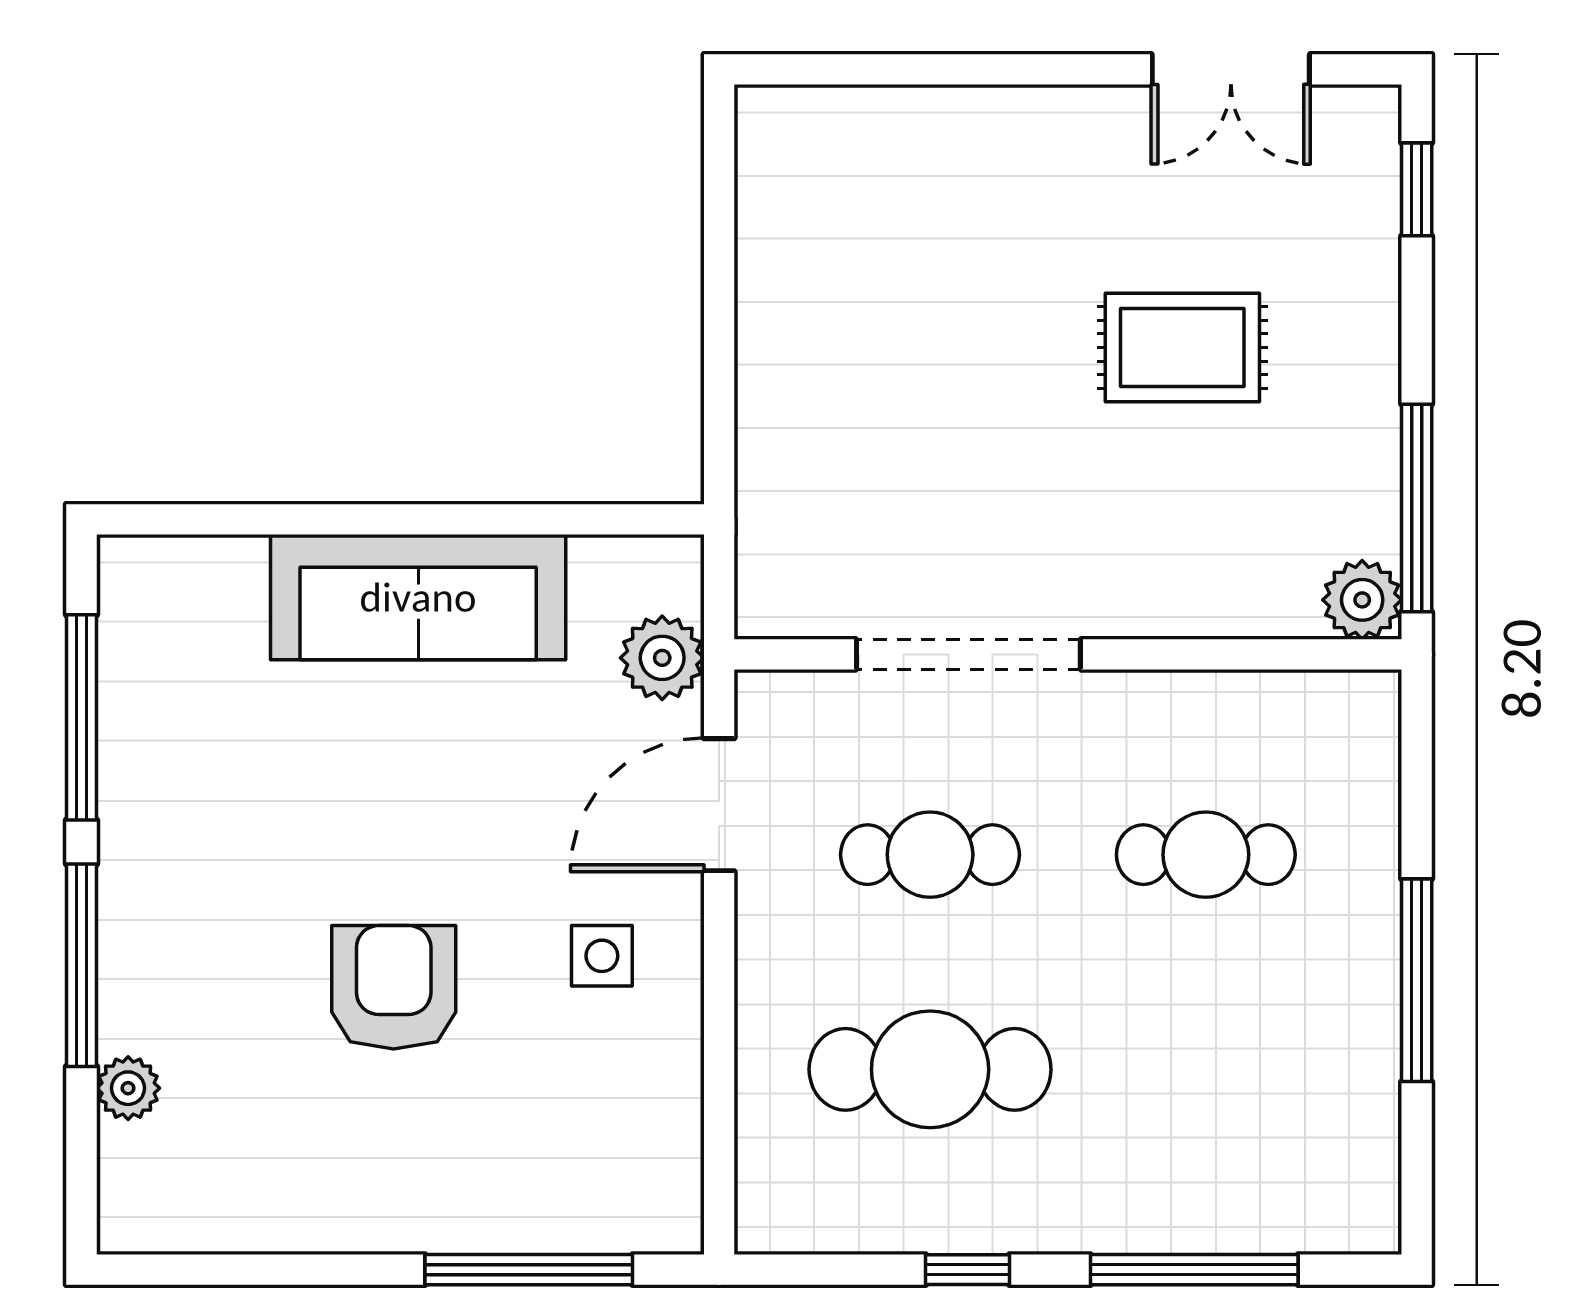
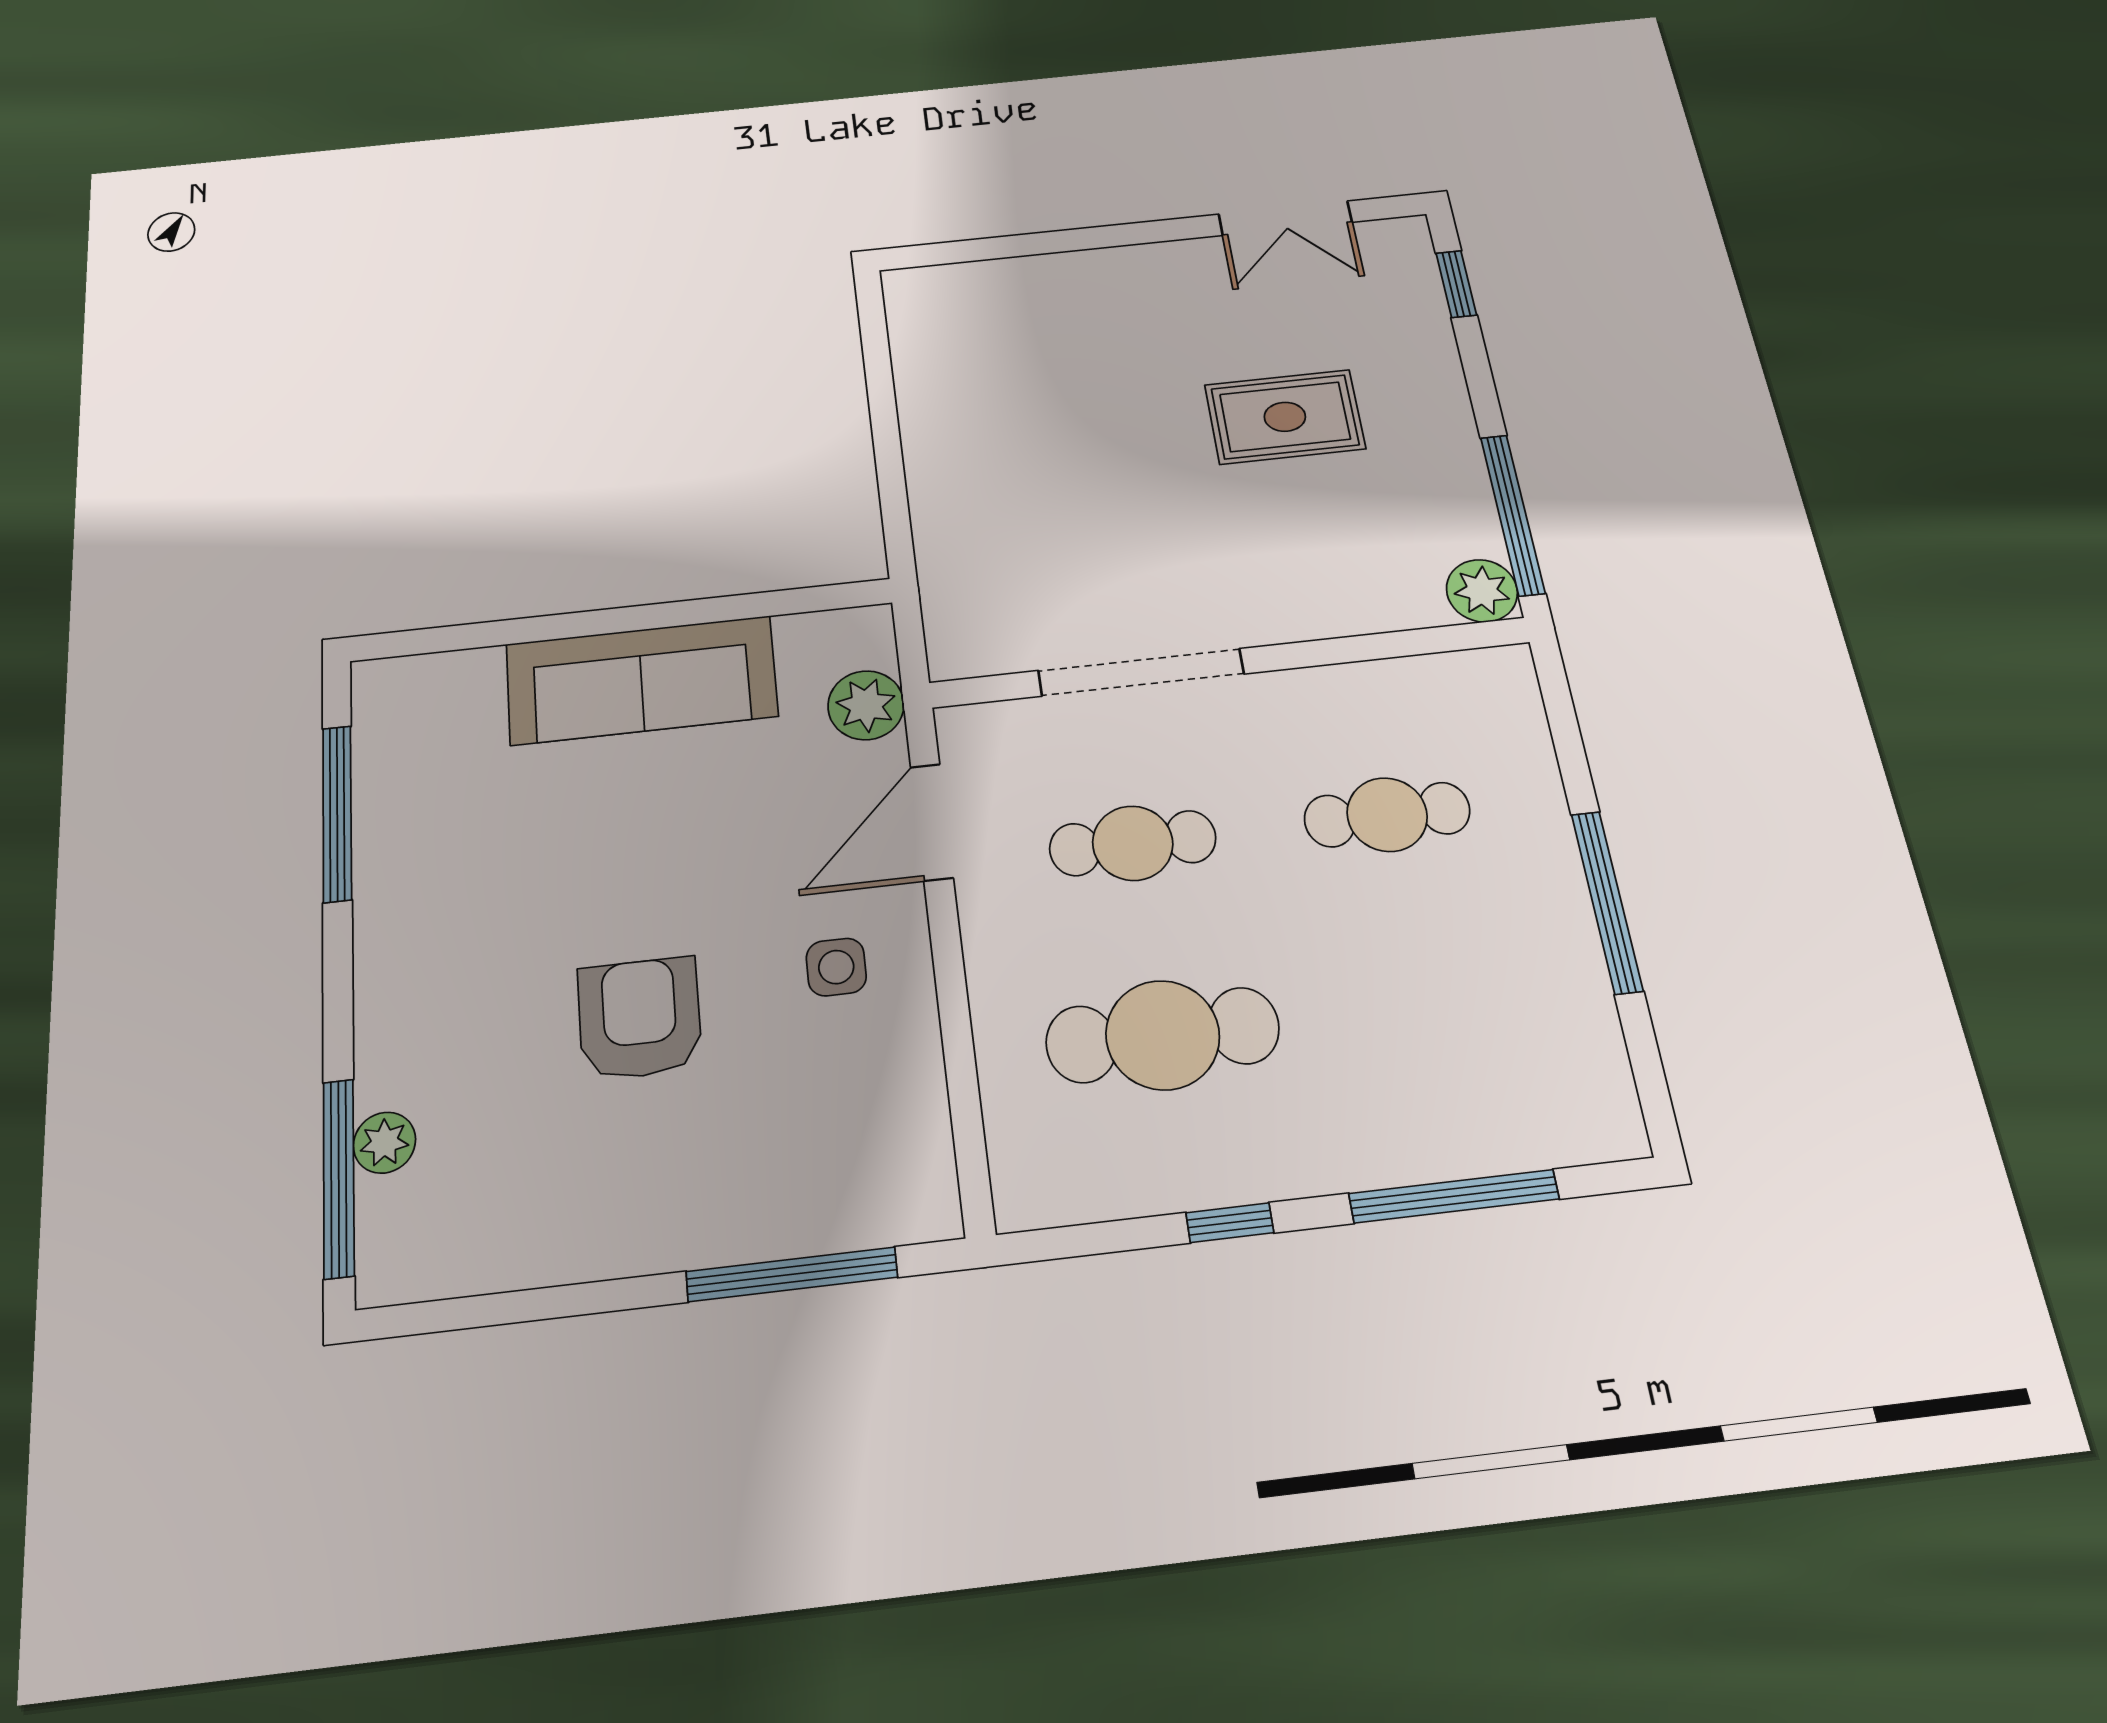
window: (81, 965) -> (339, 1178), moved

